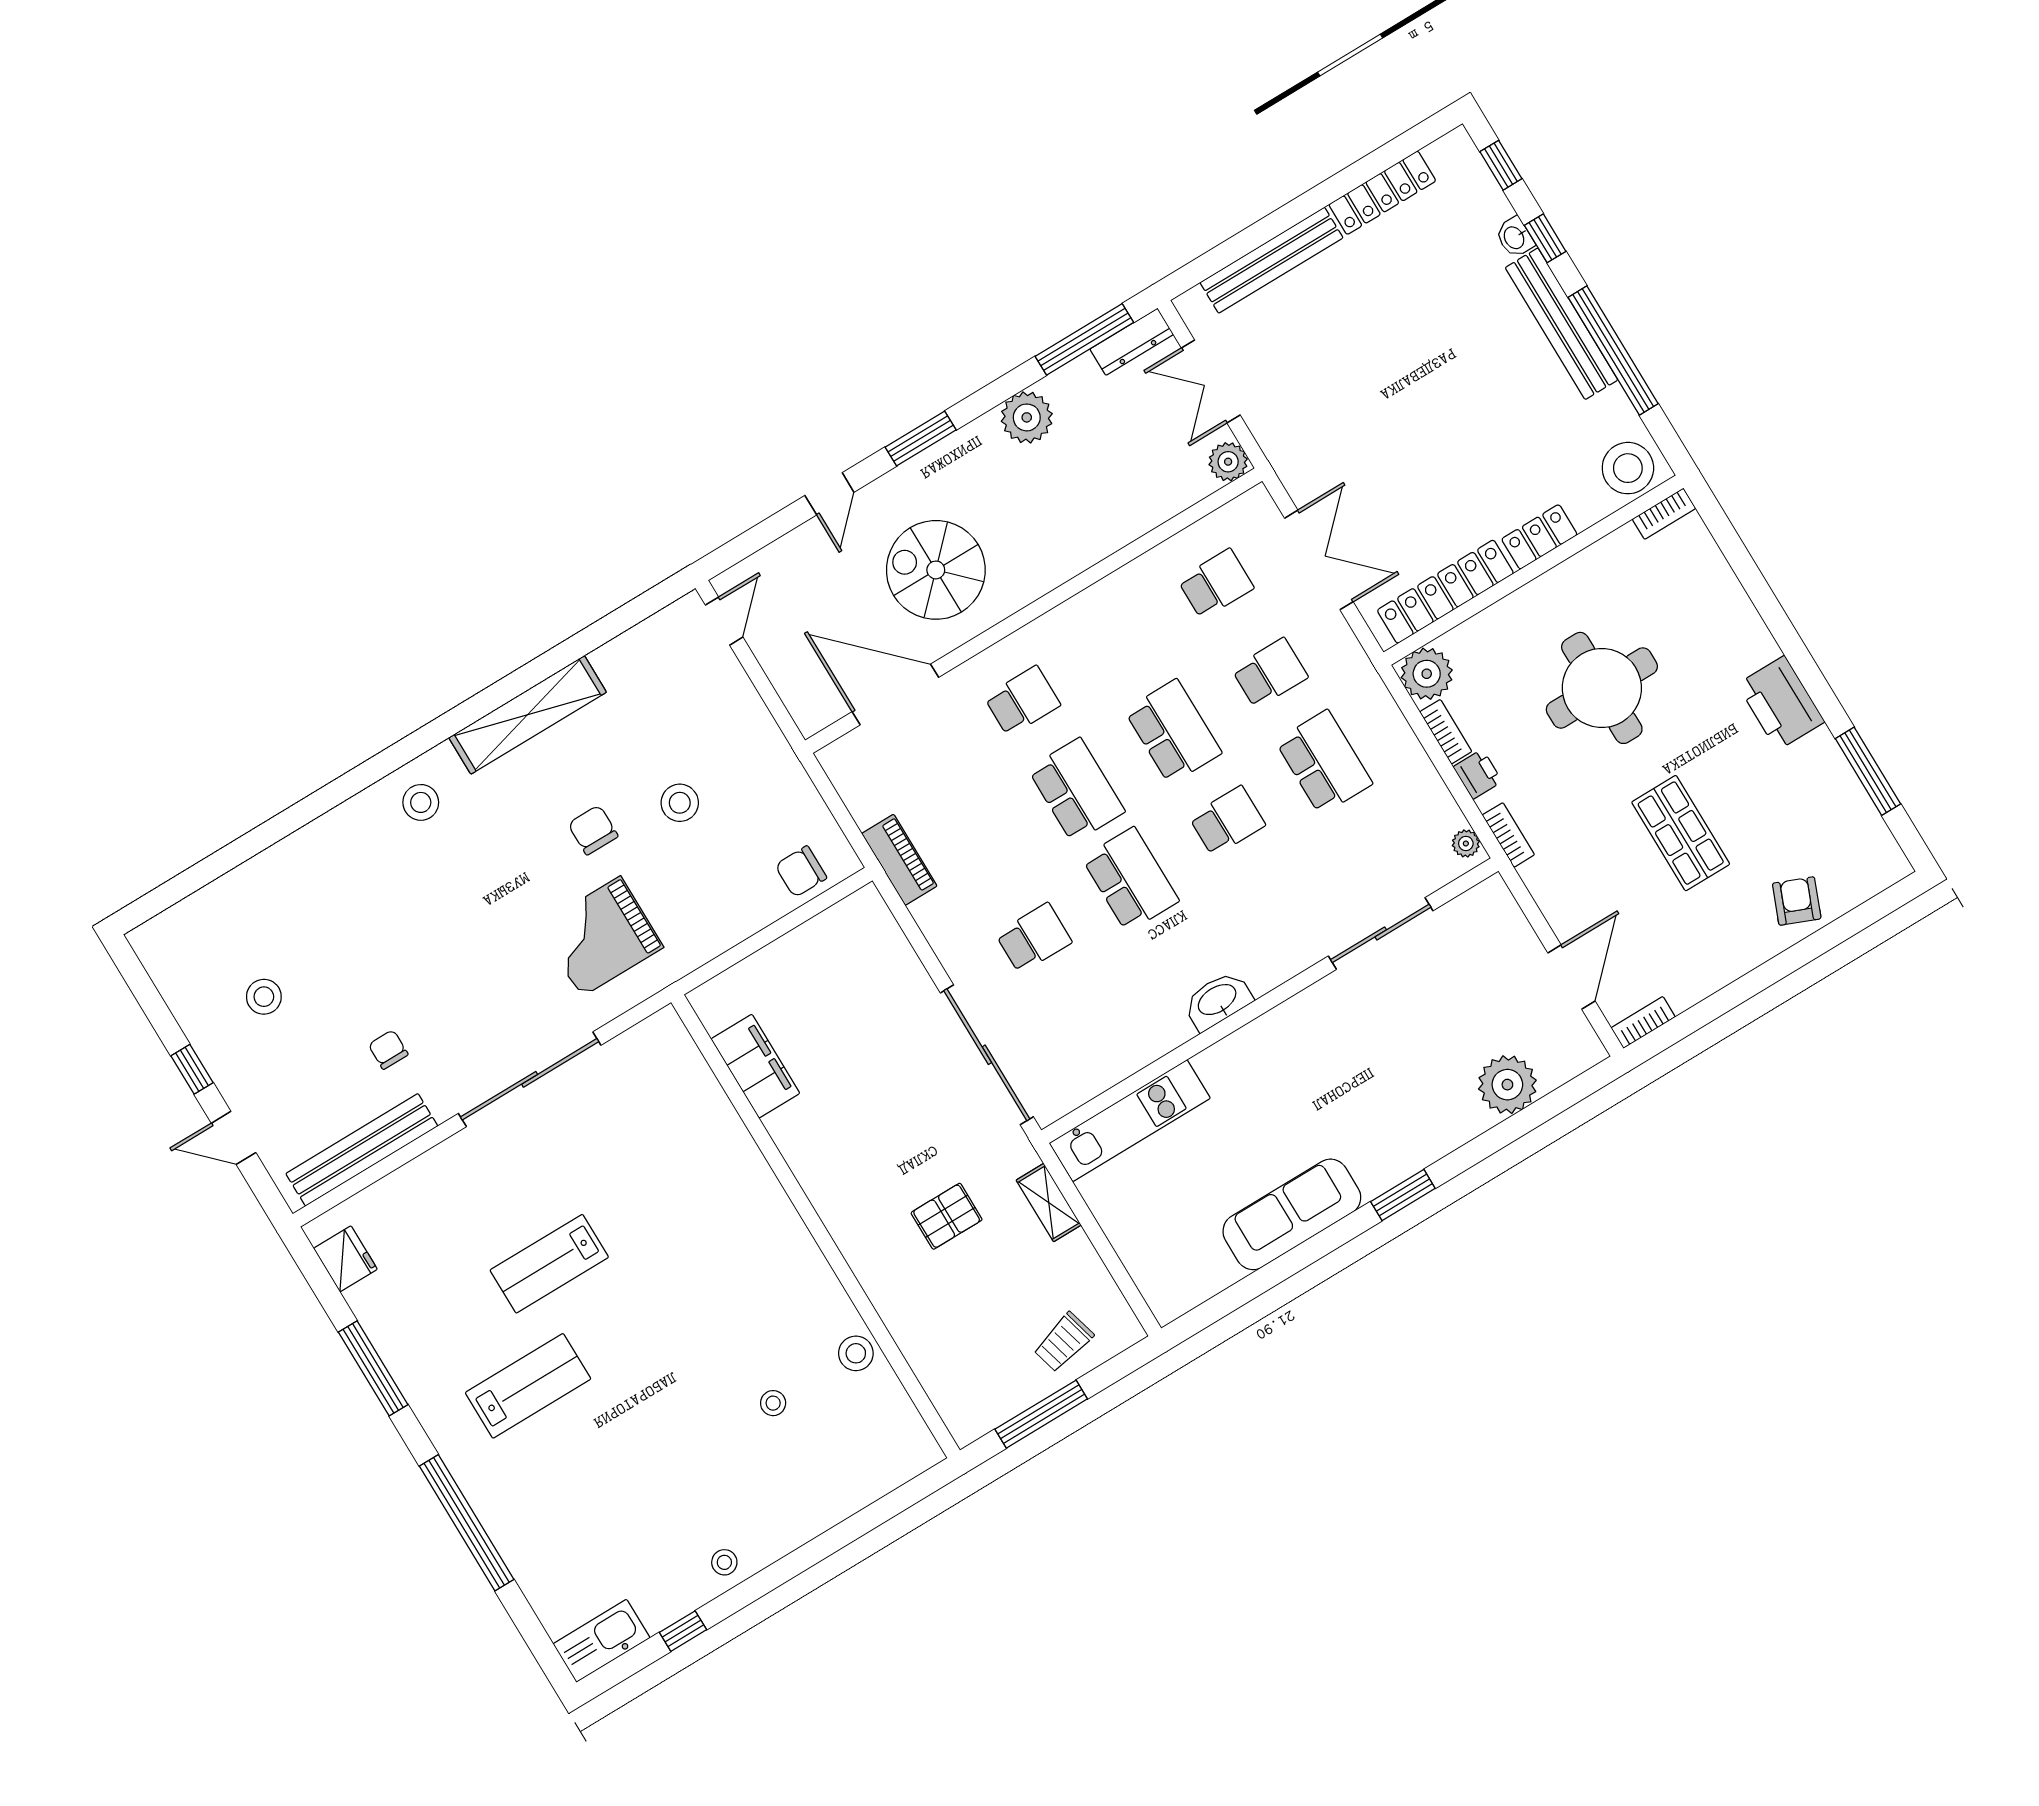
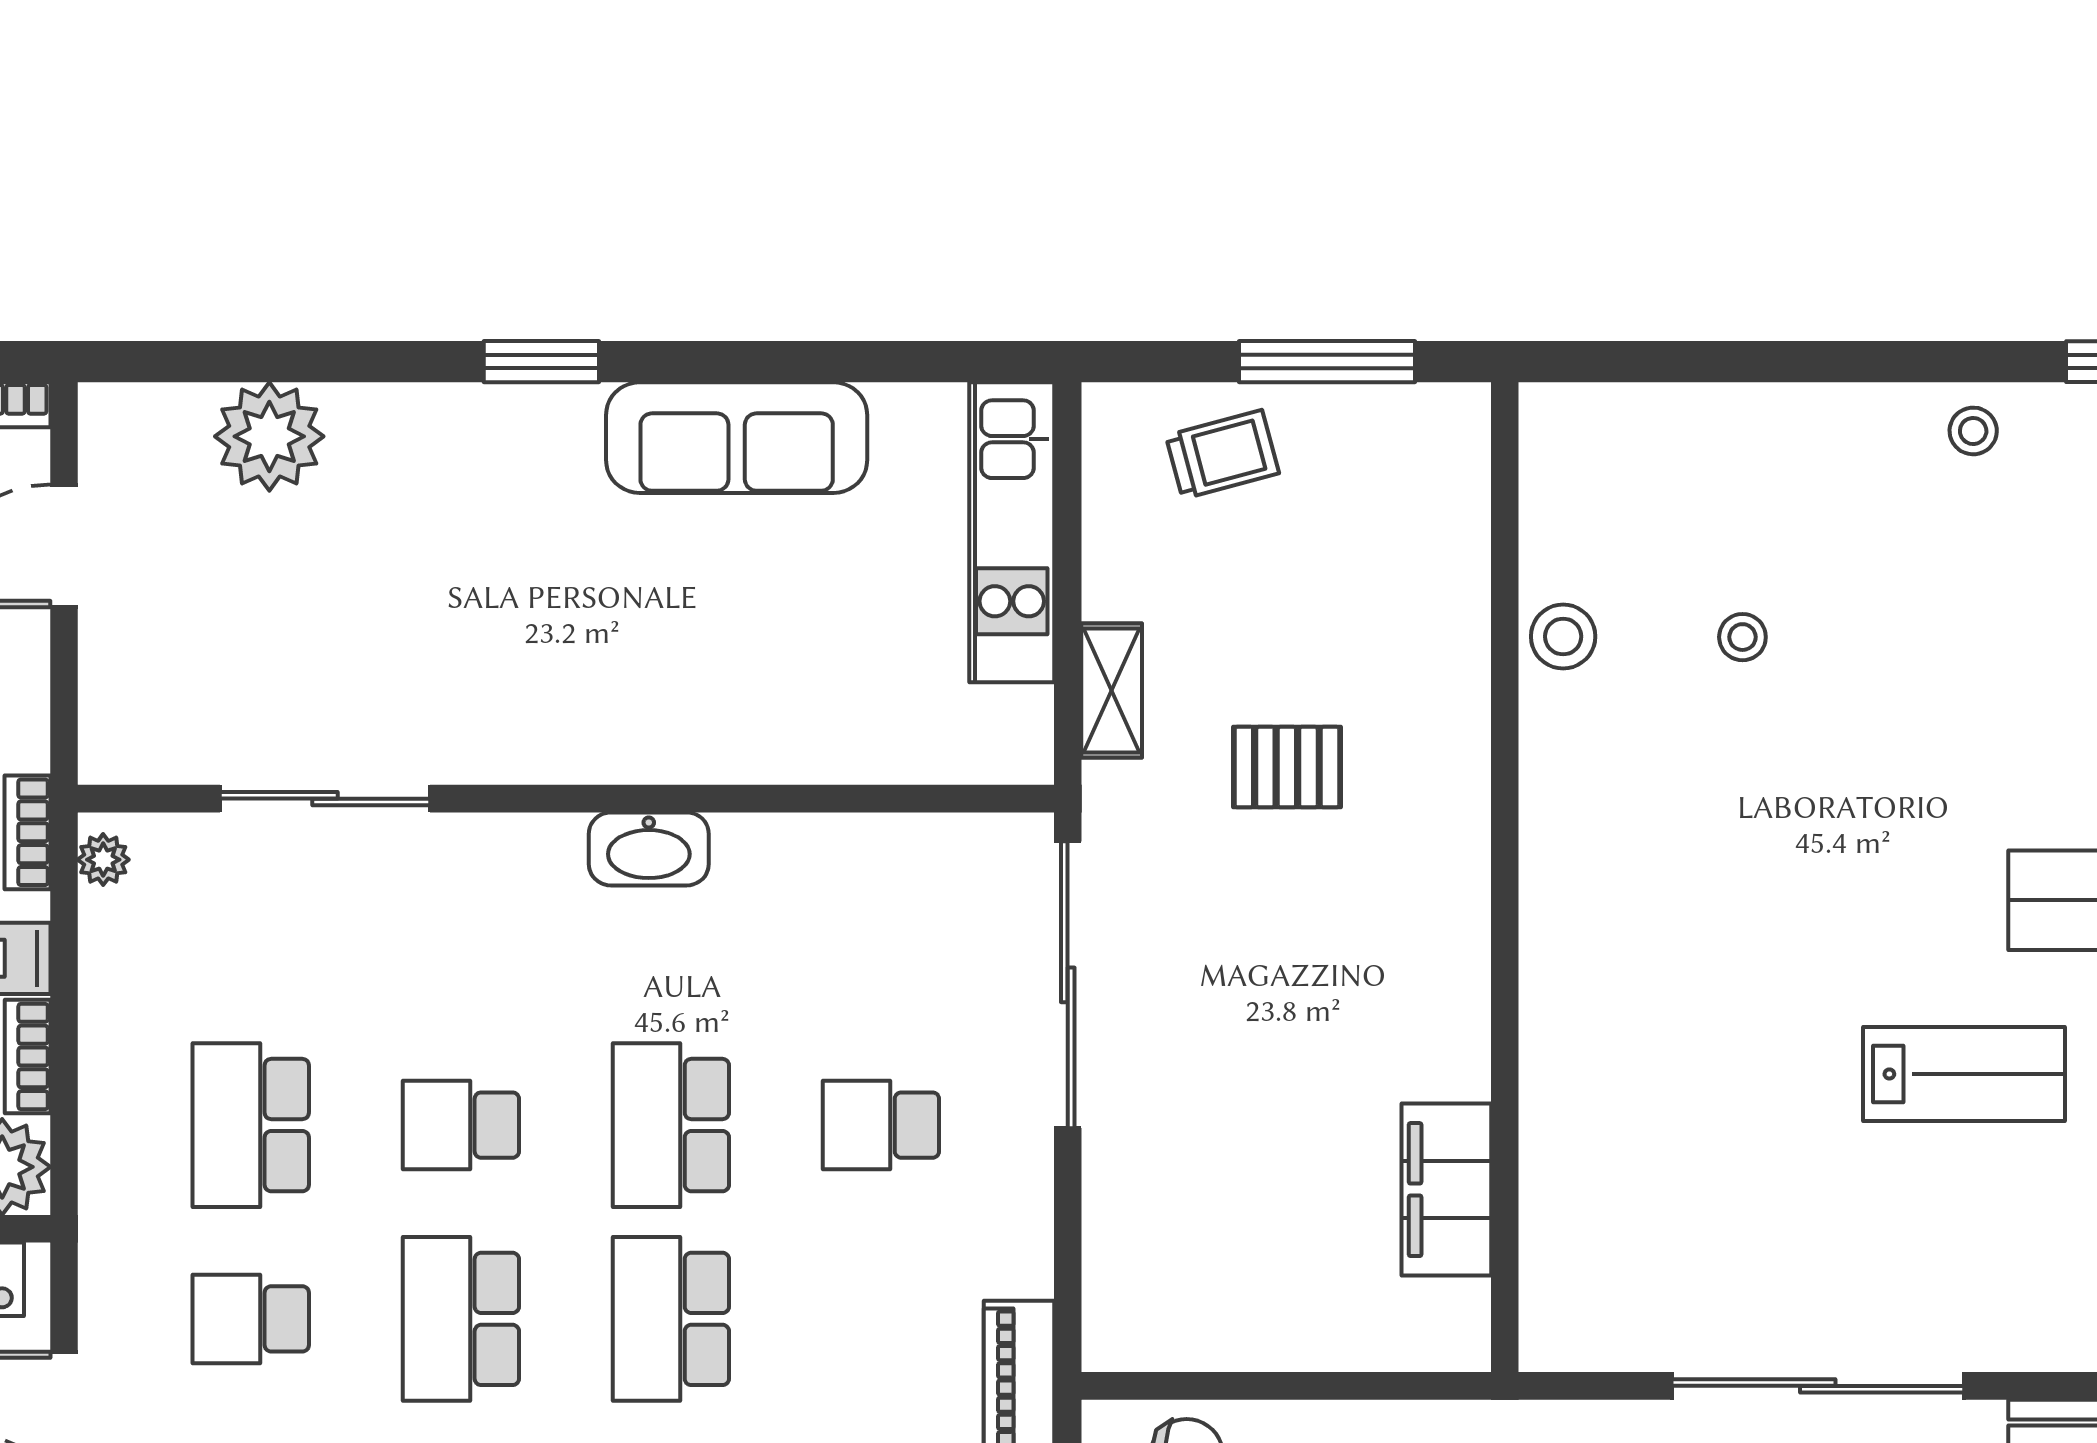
kitchen unit: (1130, 1121) -> (1012, 532), moved, turned -90

